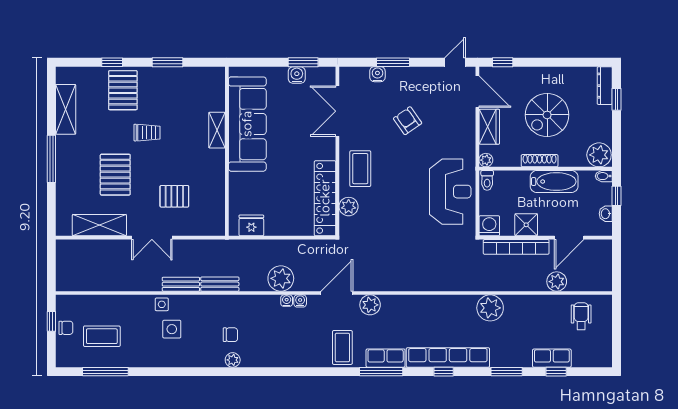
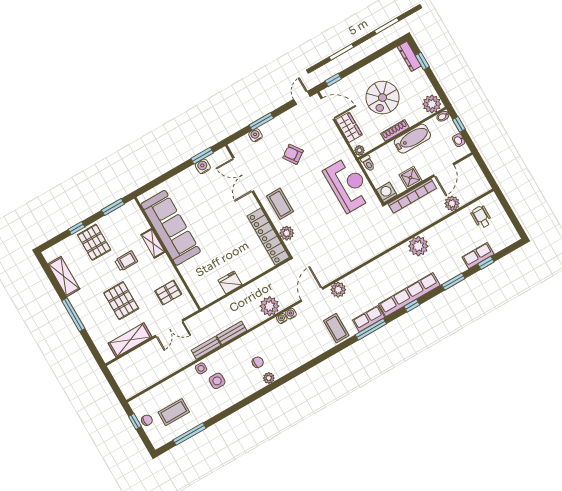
sofa: (247, 124) -> (171, 228), moved
shelving: (217, 130) -> (153, 243), moved
wall: (227, 151) -> (168, 254), moved

